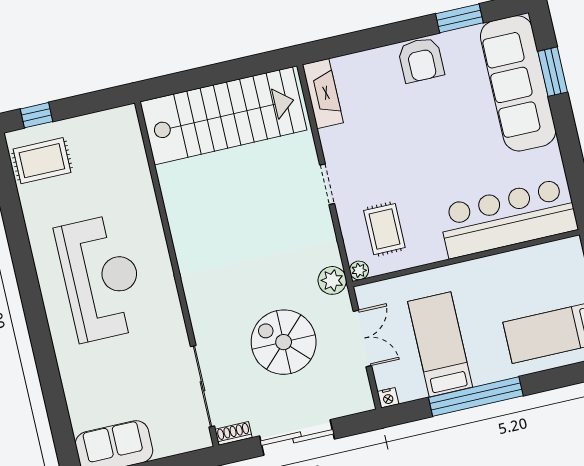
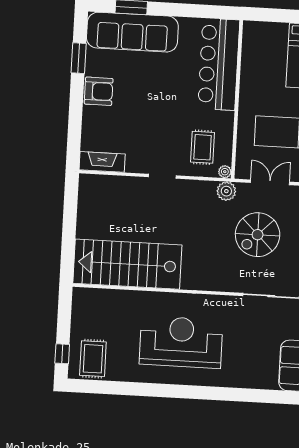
stairs: (223, 116) -> (127, 264), moved, turned -90
rug: (384, 229) -> (203, 147), turned 90

